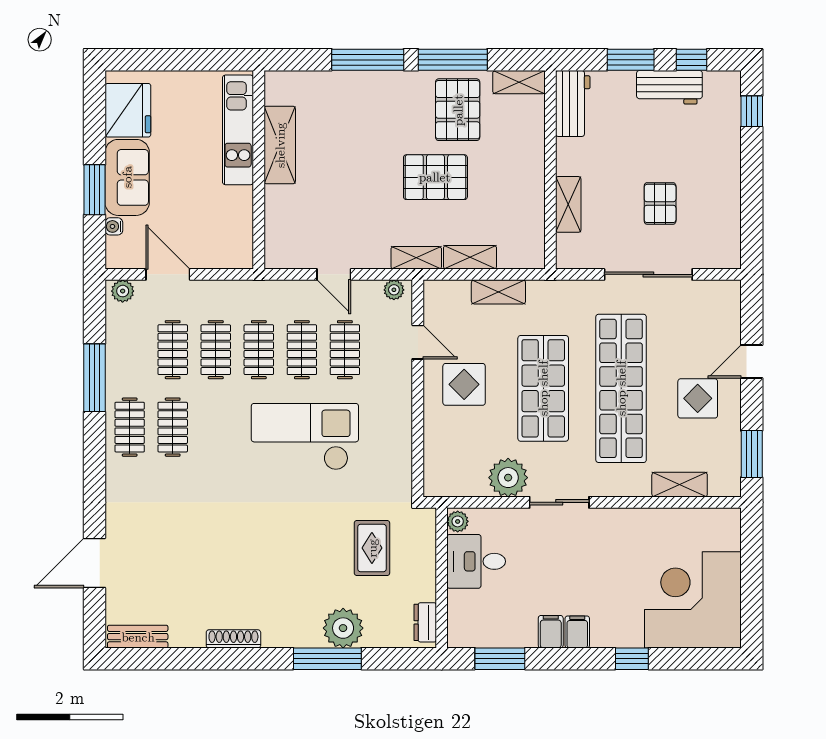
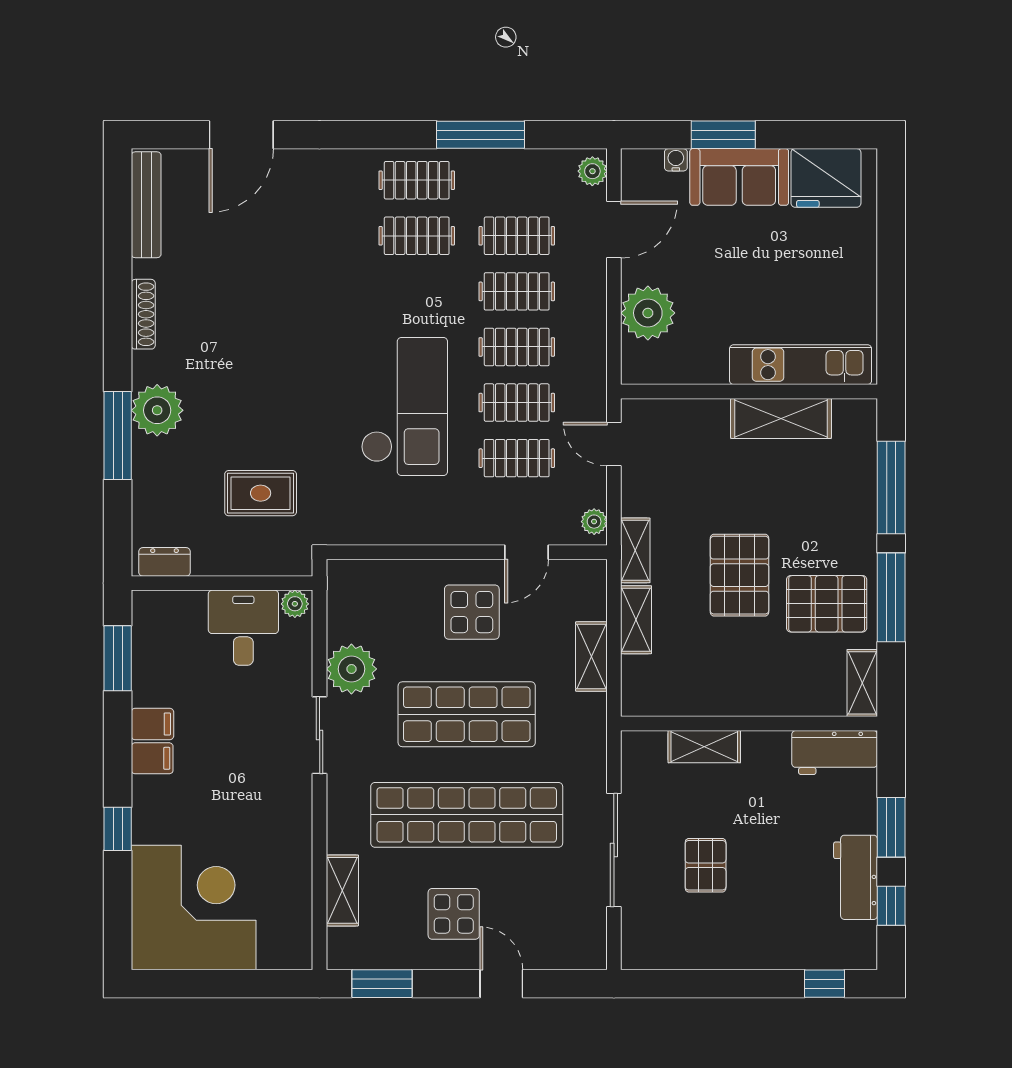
kitchen unit: (238, 130) -> (801, 365), moved
shelving: (280, 145) -> (781, 418), moved
wall: (259, 170) -> (749, 391), moved
pallet: (660, 203) -> (706, 865), turned 90
plant: (232, 248) -> (648, 313), added
door: (334, 274) -> (614, 444), hinge flipped
door: (94, 563) -> (241, 135), swing flipped
plant: (343, 628) -> (157, 410), moved
bench: (138, 637) -> (146, 205), width x1.36

